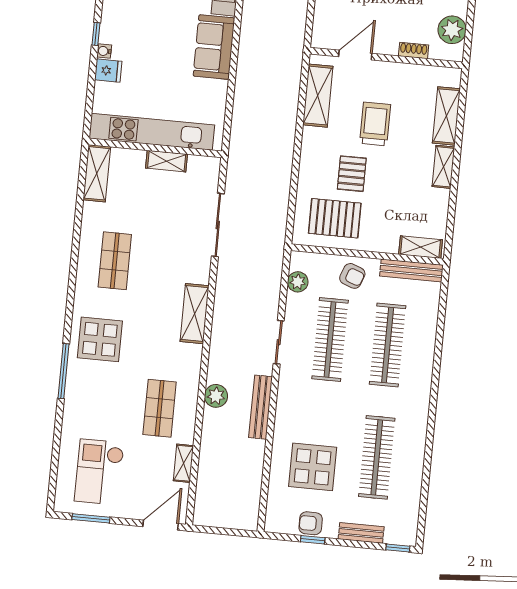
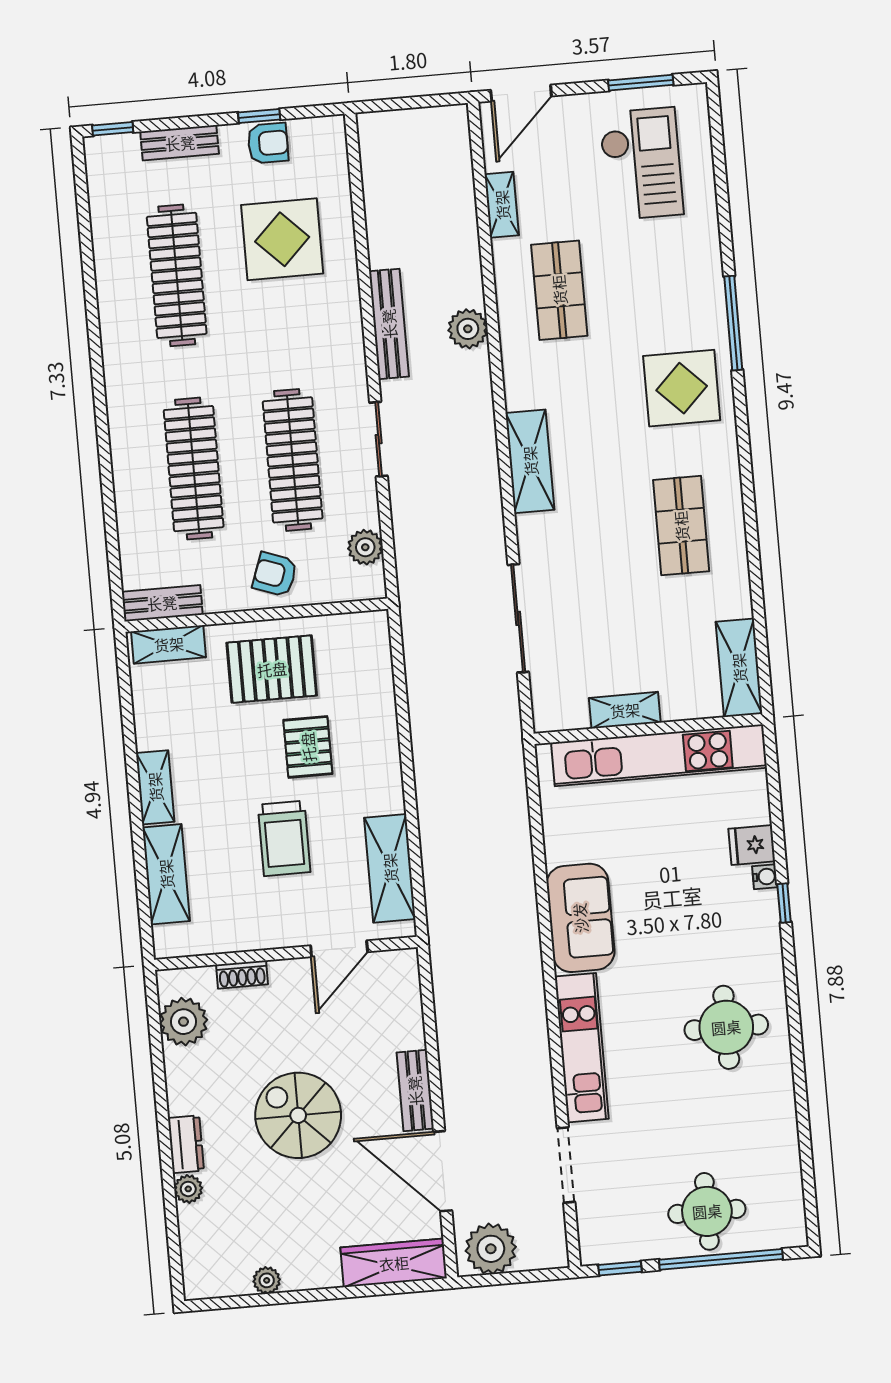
pallet: (335, 218) -> (272, 669), moved
bench: (412, 271) -> (162, 603), width x0.73

